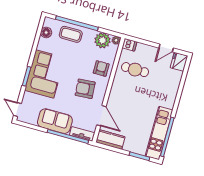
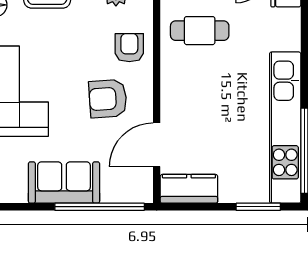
door: (101, 116) -> (157, 145), swing flipped
kitchen unit: (159, 133) -> (285, 128), width x1.36
tv unit: (82, 134) -> (127, 193), removed

